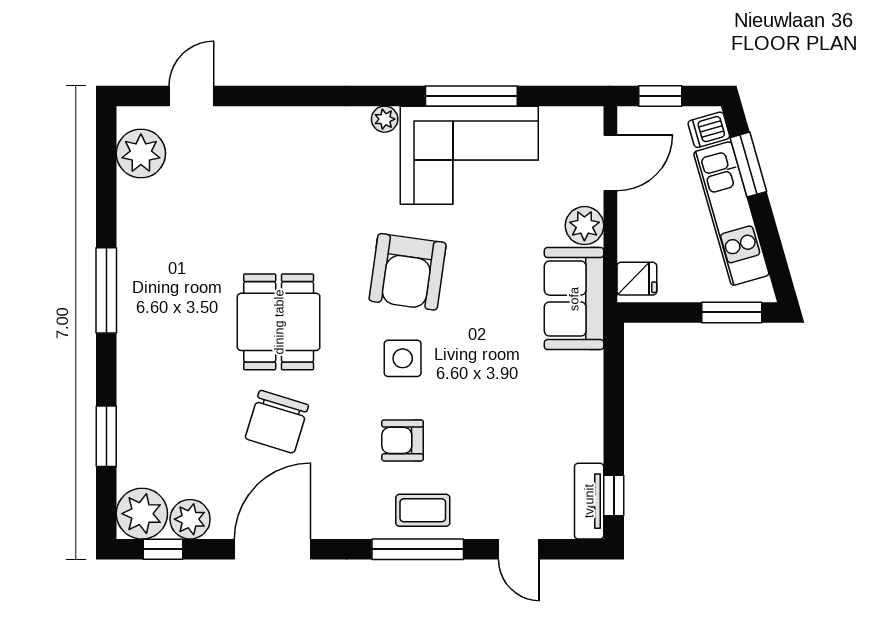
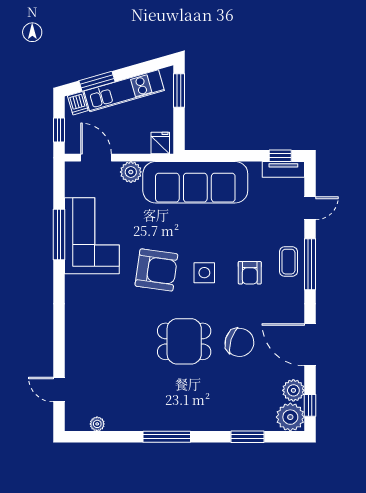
plant: (385, 119) -> (72, 283), removed
plant: (141, 154) -> (97, 424), width x0.53, depth x0.53
sofa: (574, 299) -> (195, 182), width x1.85, depth x1.27

